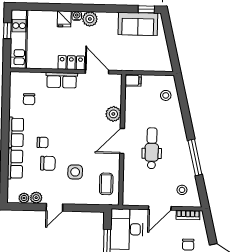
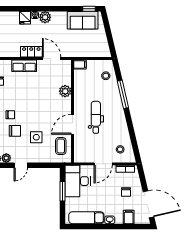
door: (122, 141) -> (72, 124), moved
window: (195, 157) -> (123, 94), moved

